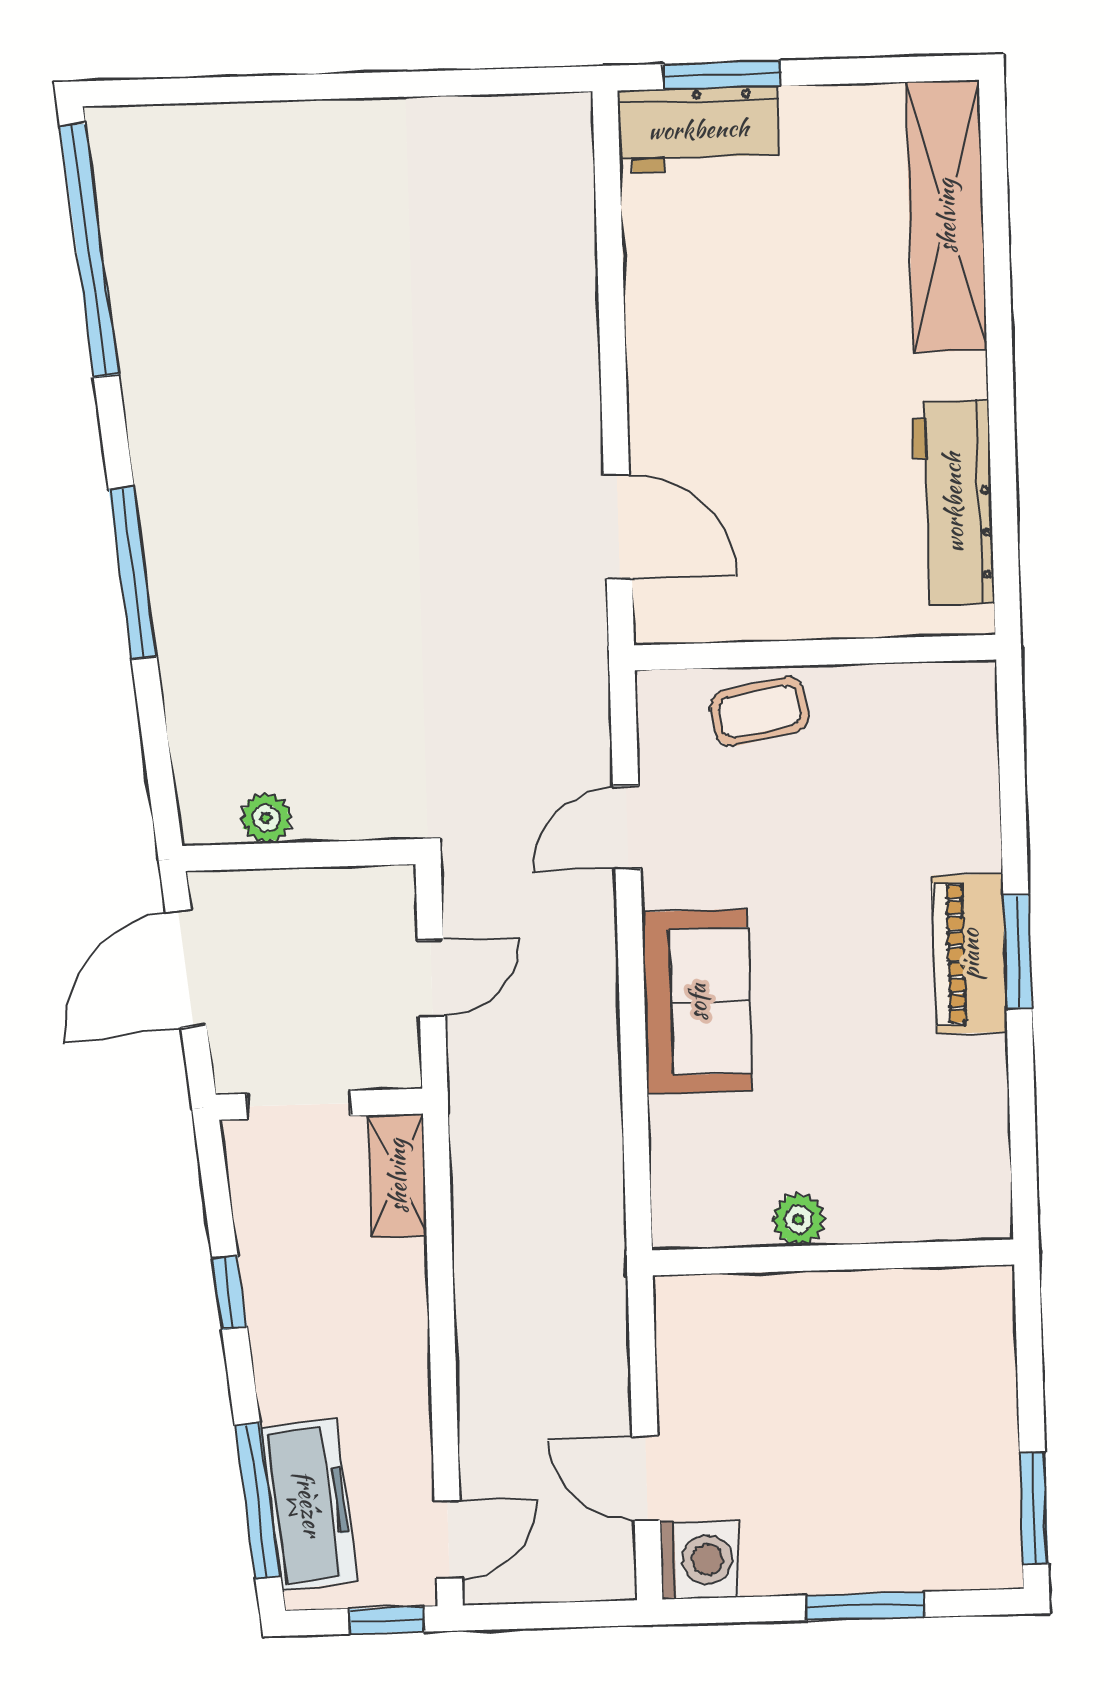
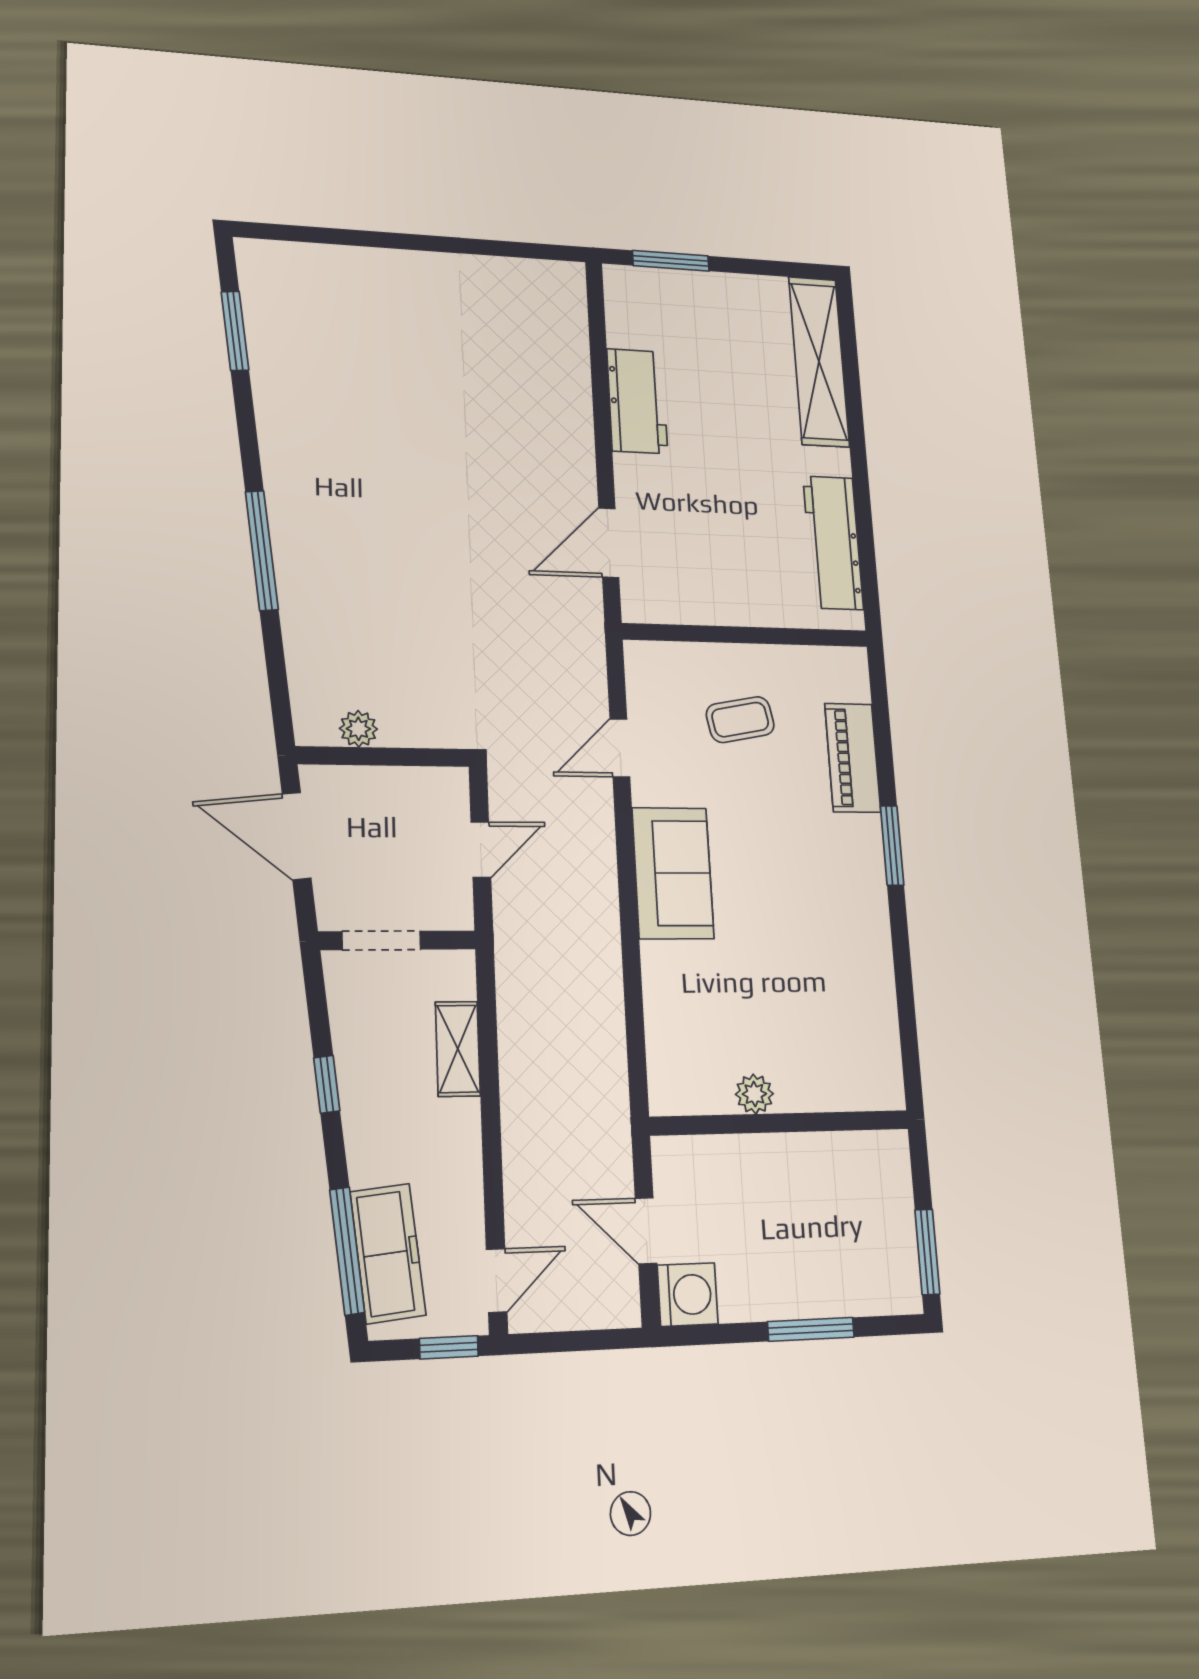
workbench: (698, 129) -> (637, 401), moved, turned -90
window: (89, 251) -> (235, 331), width x0.47
door: (618, 527) -> (609, 543), swing flipped
coffee table: (760, 711) -> (740, 720), moved
piano: (970, 954) -> (853, 758), moved
door: (186, 968) -> (297, 836), hinge flipped
shelving: (397, 1176) -> (458, 1049), moved
plant: (798, 1219) -> (754, 1094), moved
wall: (833, 1257) -> (780, 1123), moved

